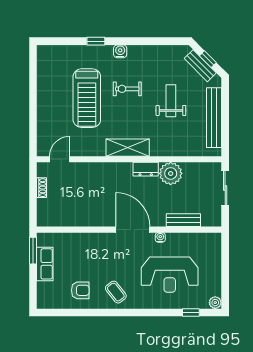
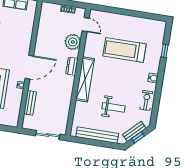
window: (96, 41) -> (165, 51), moved
exercise bike: (127, 89) -> (146, 100), moved
shelving: (128, 148) -> (85, 79), width x1.47
dresser: (146, 169) -> (72, 66), moved
plant: (171, 173) -> (73, 42), moved

